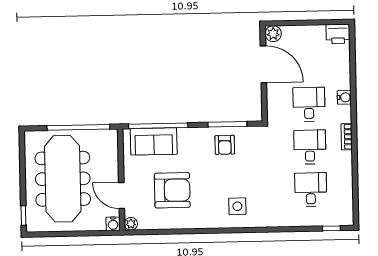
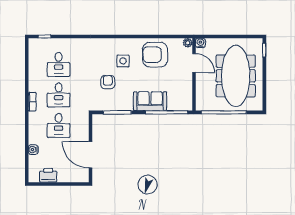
plant: (273, 34) -> (83, 176), removed
printer: (338, 34) -> (48, 175), moved
water cooler: (344, 97) -> (33, 150), moved
sofa: (154, 141) -> (150, 101), moved
armchair: (225, 145) -> (108, 82), moved
armchair: (172, 190) -> (155, 55), moved
side table: (237, 206) -> (123, 61), moved

